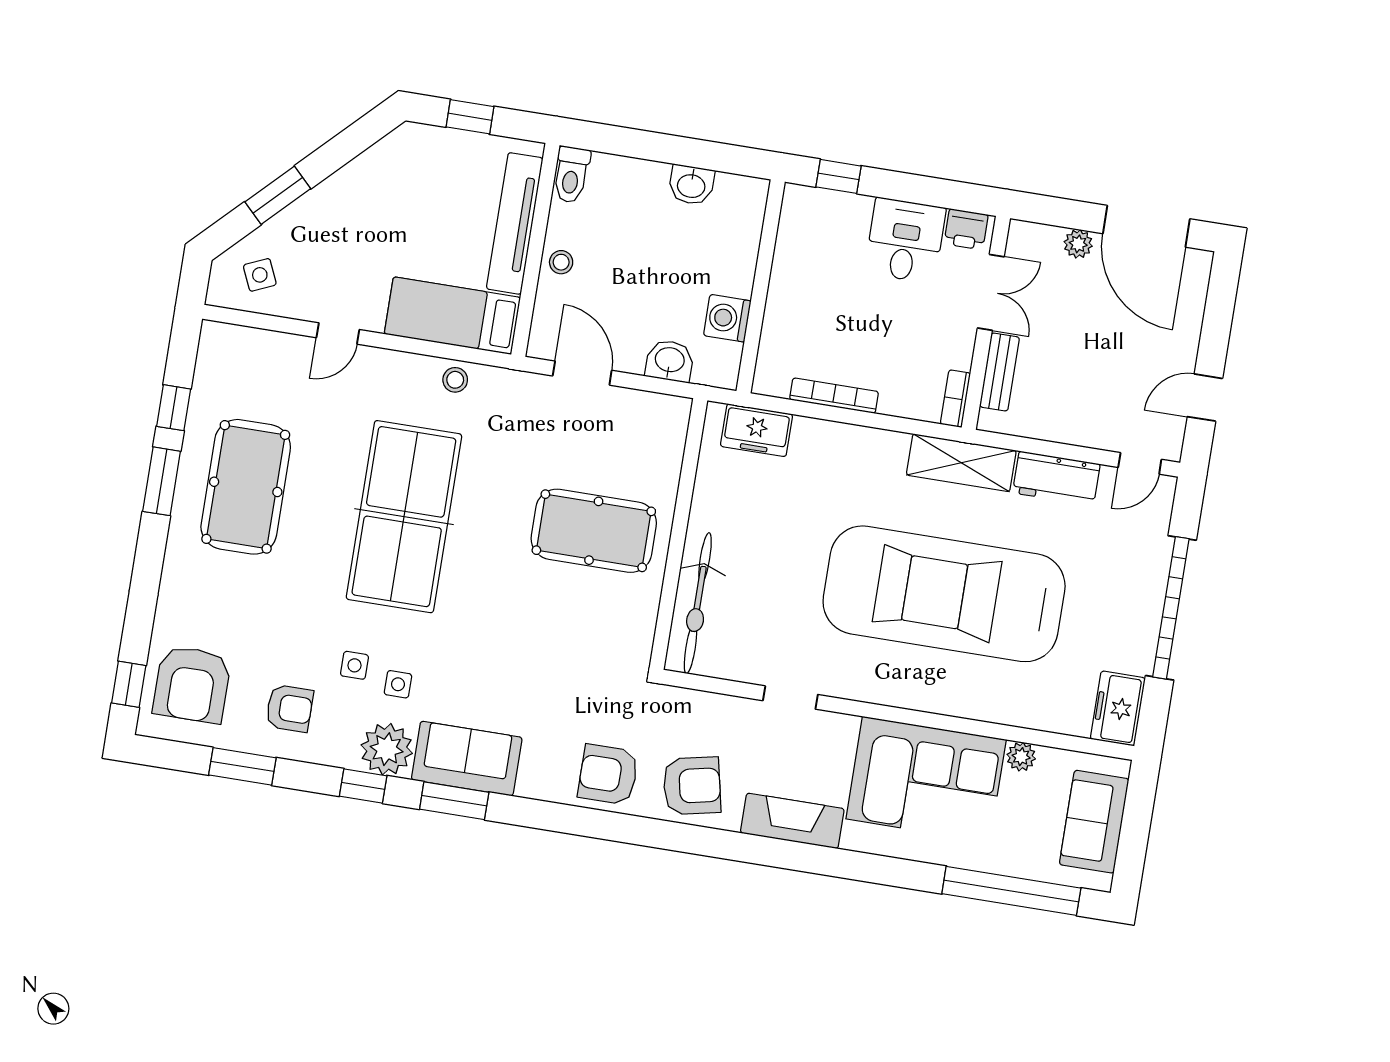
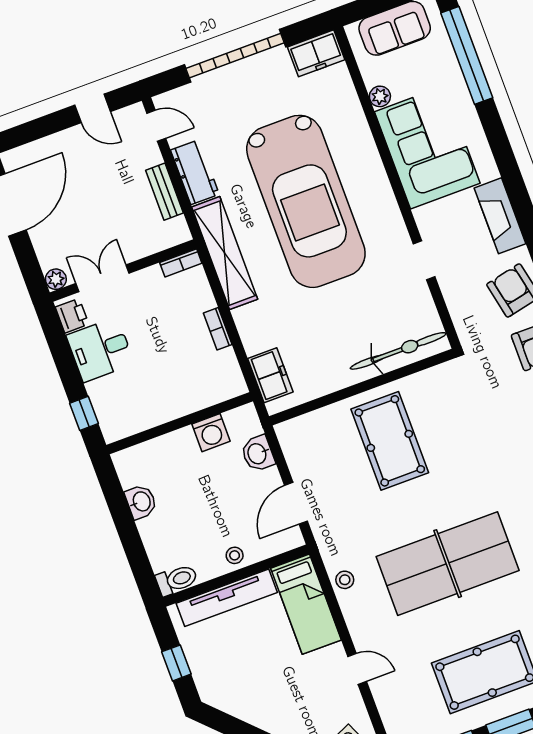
plant: (1078, 244) -> (56, 279), moved
bench: (999, 372) -> (165, 192), moved, turned 90
bookcase: (834, 396) -> (218, 329), width x0.64
shelving: (961, 463) -> (225, 253), width x1.47

